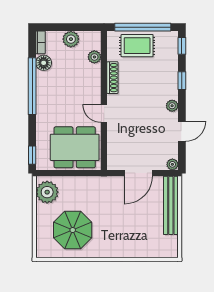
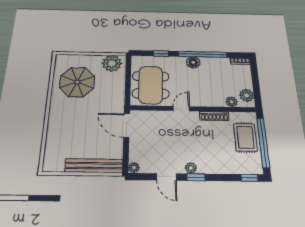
plant: (71, 39) -> (247, 95), moved
floor lamp: (44, 63) -> (193, 62), moved
window: (182, 81) -> (196, 177), moved
window: (32, 155) -> (161, 54), moved
door: (138, 173) -> (127, 126), moved

